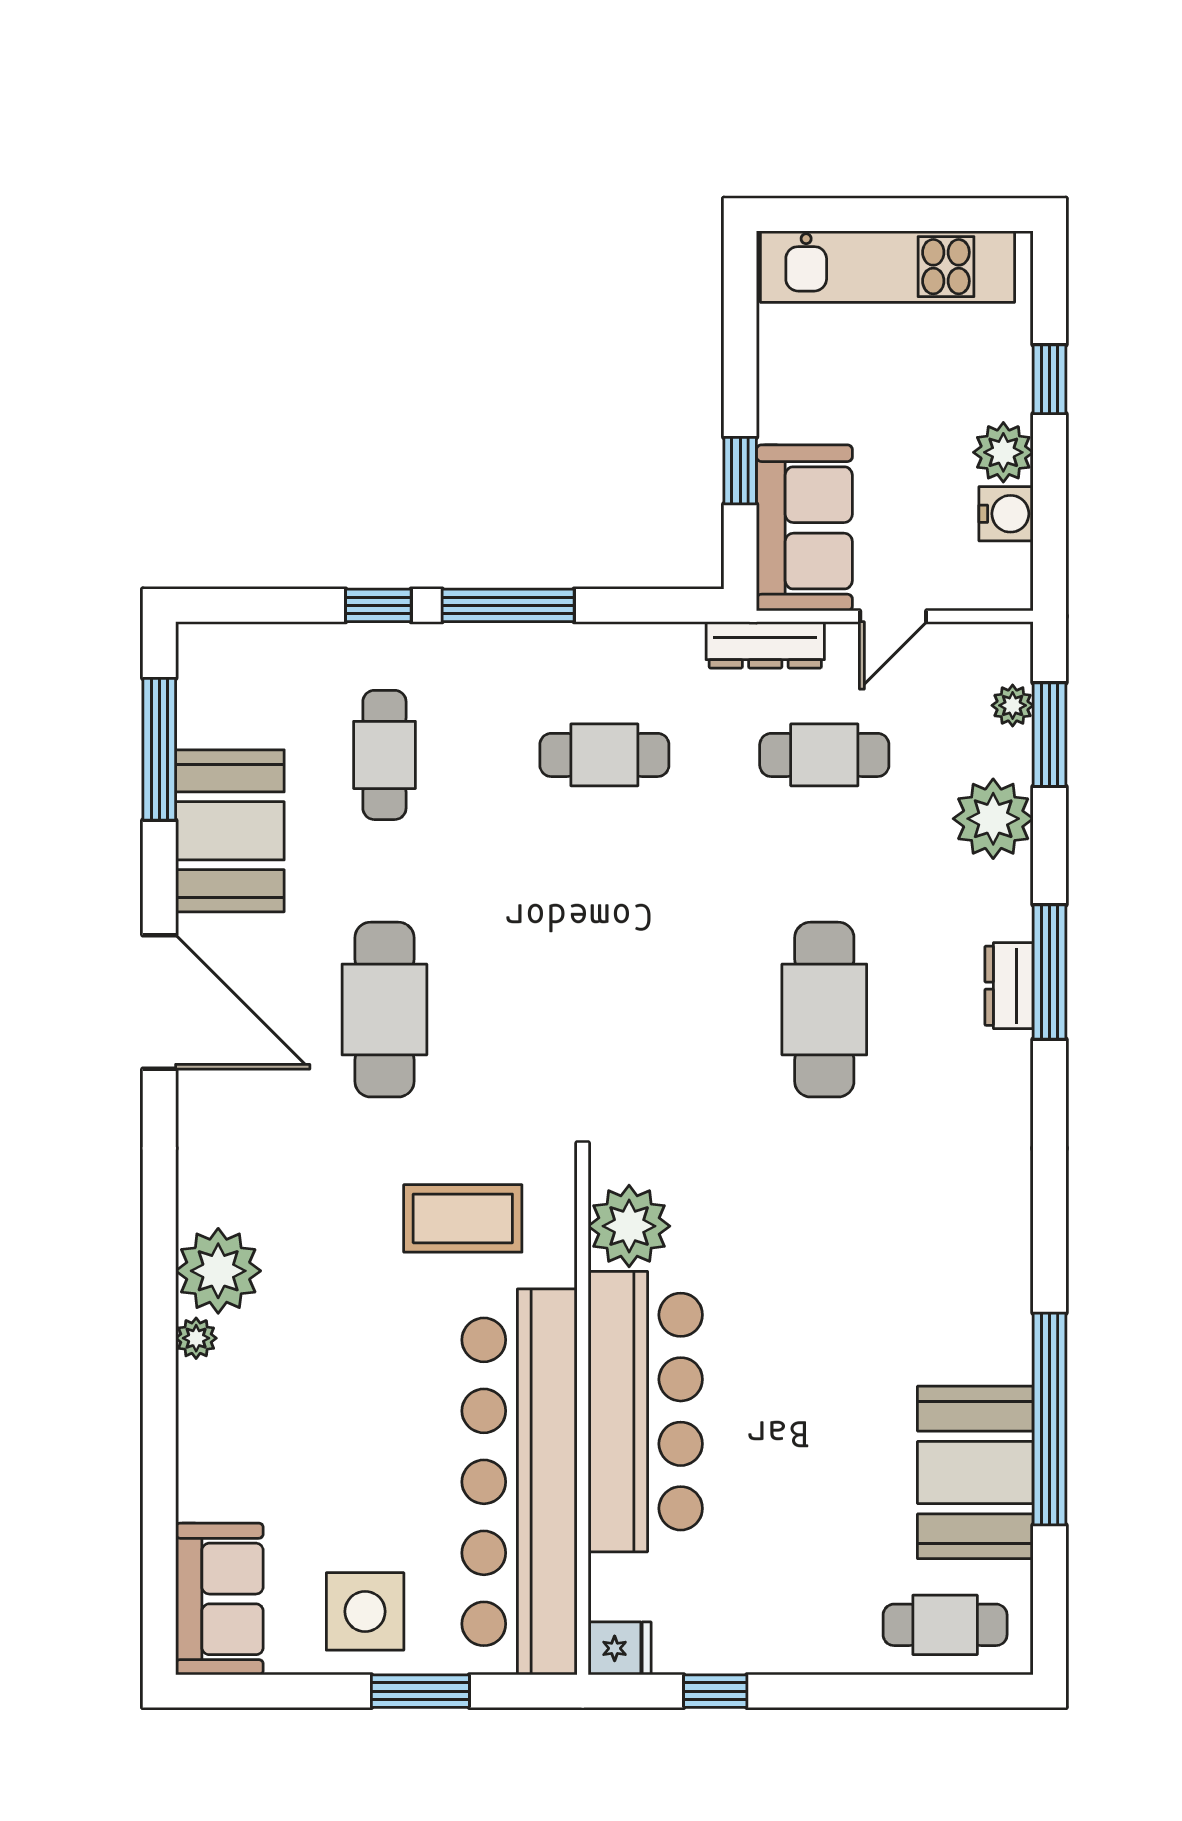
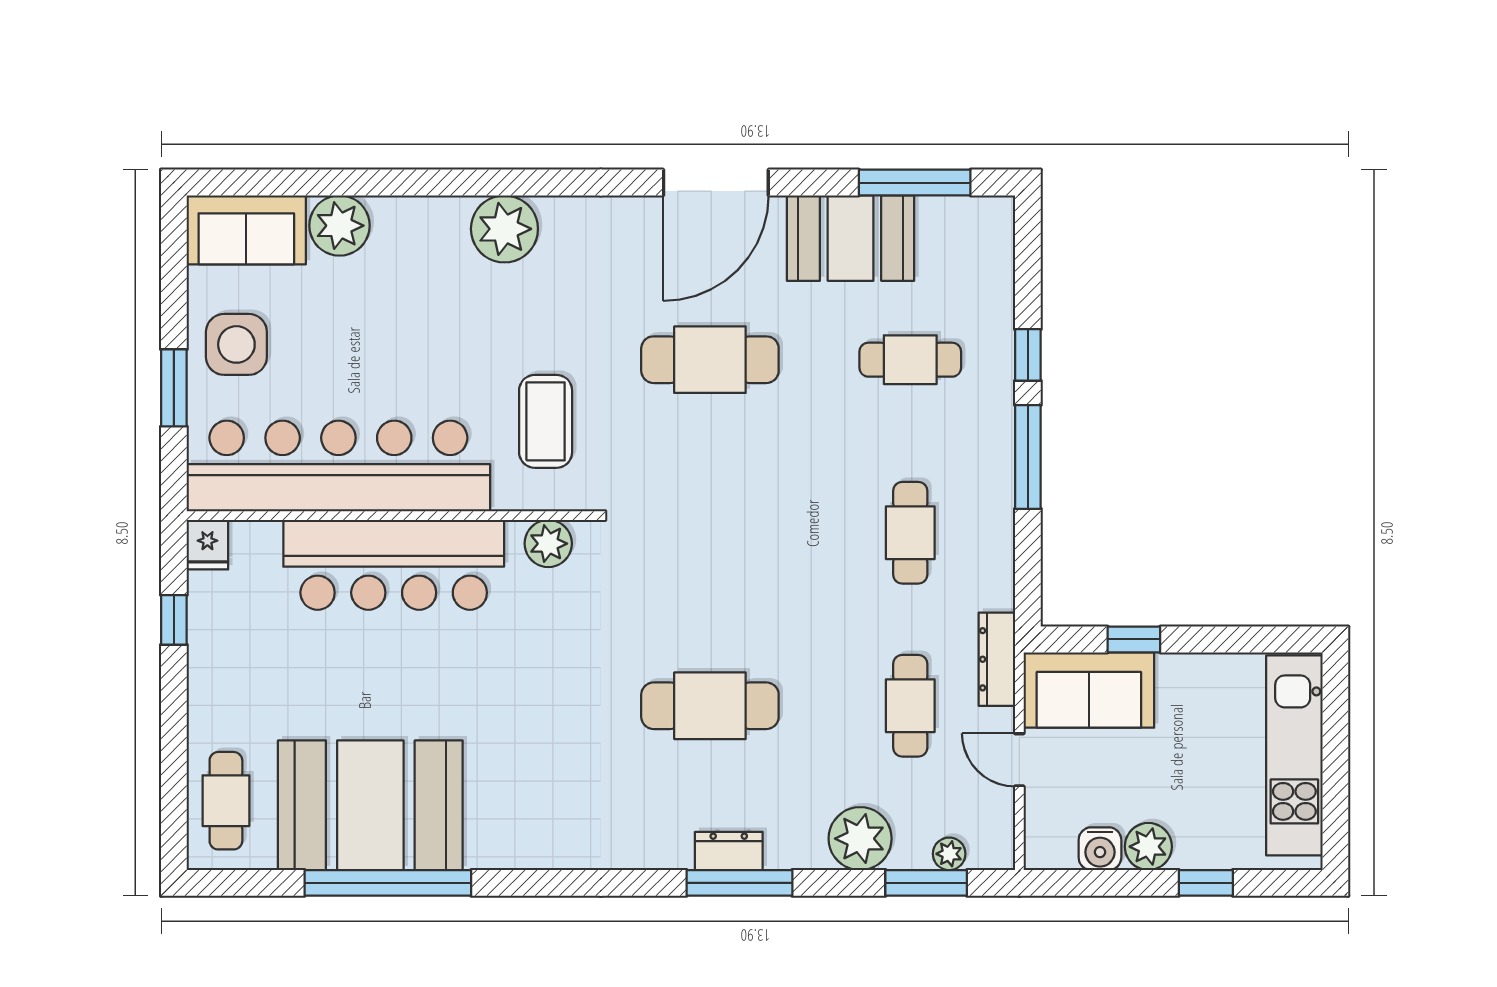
plant: (629, 1226) -> (548, 544), width x0.73, depth x0.73
plant: (196, 1338) -> (340, 226), moved, width x1.87, depth x1.87
booth: (975, 1472) -> (370, 805), width x1.36, depth x1.42

